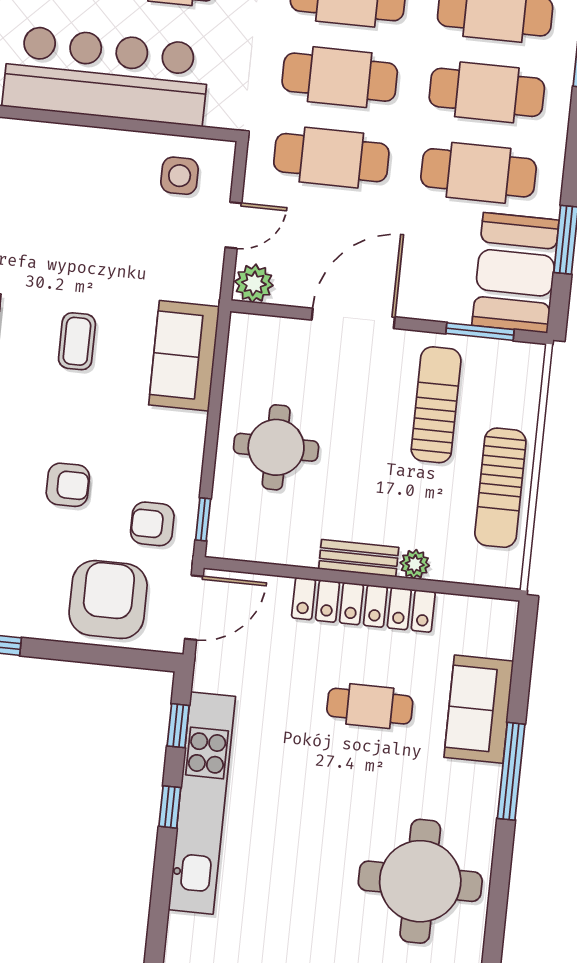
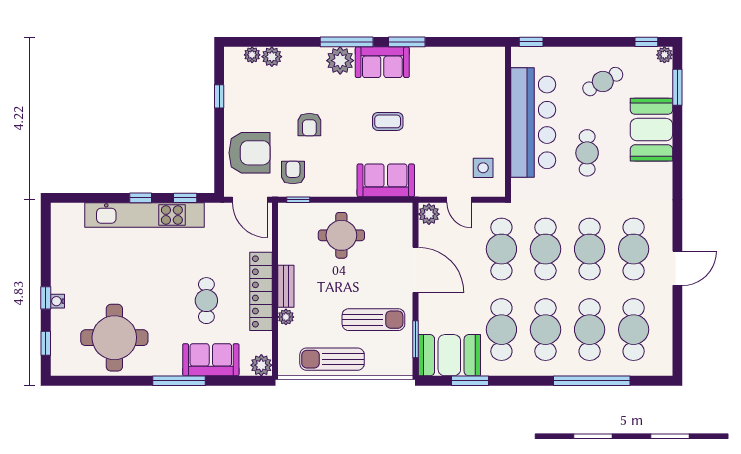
plant: (498, 618) -> (261, 365), added

